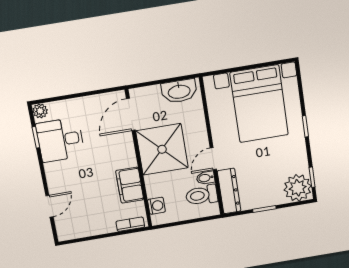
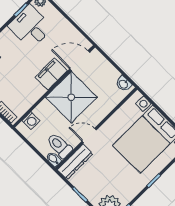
washbasin: (179, 91) -> (124, 84), width x0.52, depth x0.69
bidet: (206, 178) -> (53, 159), moved
filing cabinet: (130, 185) -> (51, 74), moved

